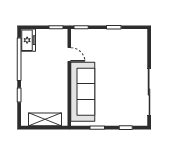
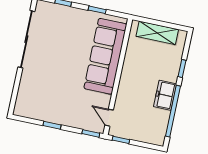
freezer: (28, 40) -> (165, 95), moved
door: (69, 55) -> (109, 118), moved

